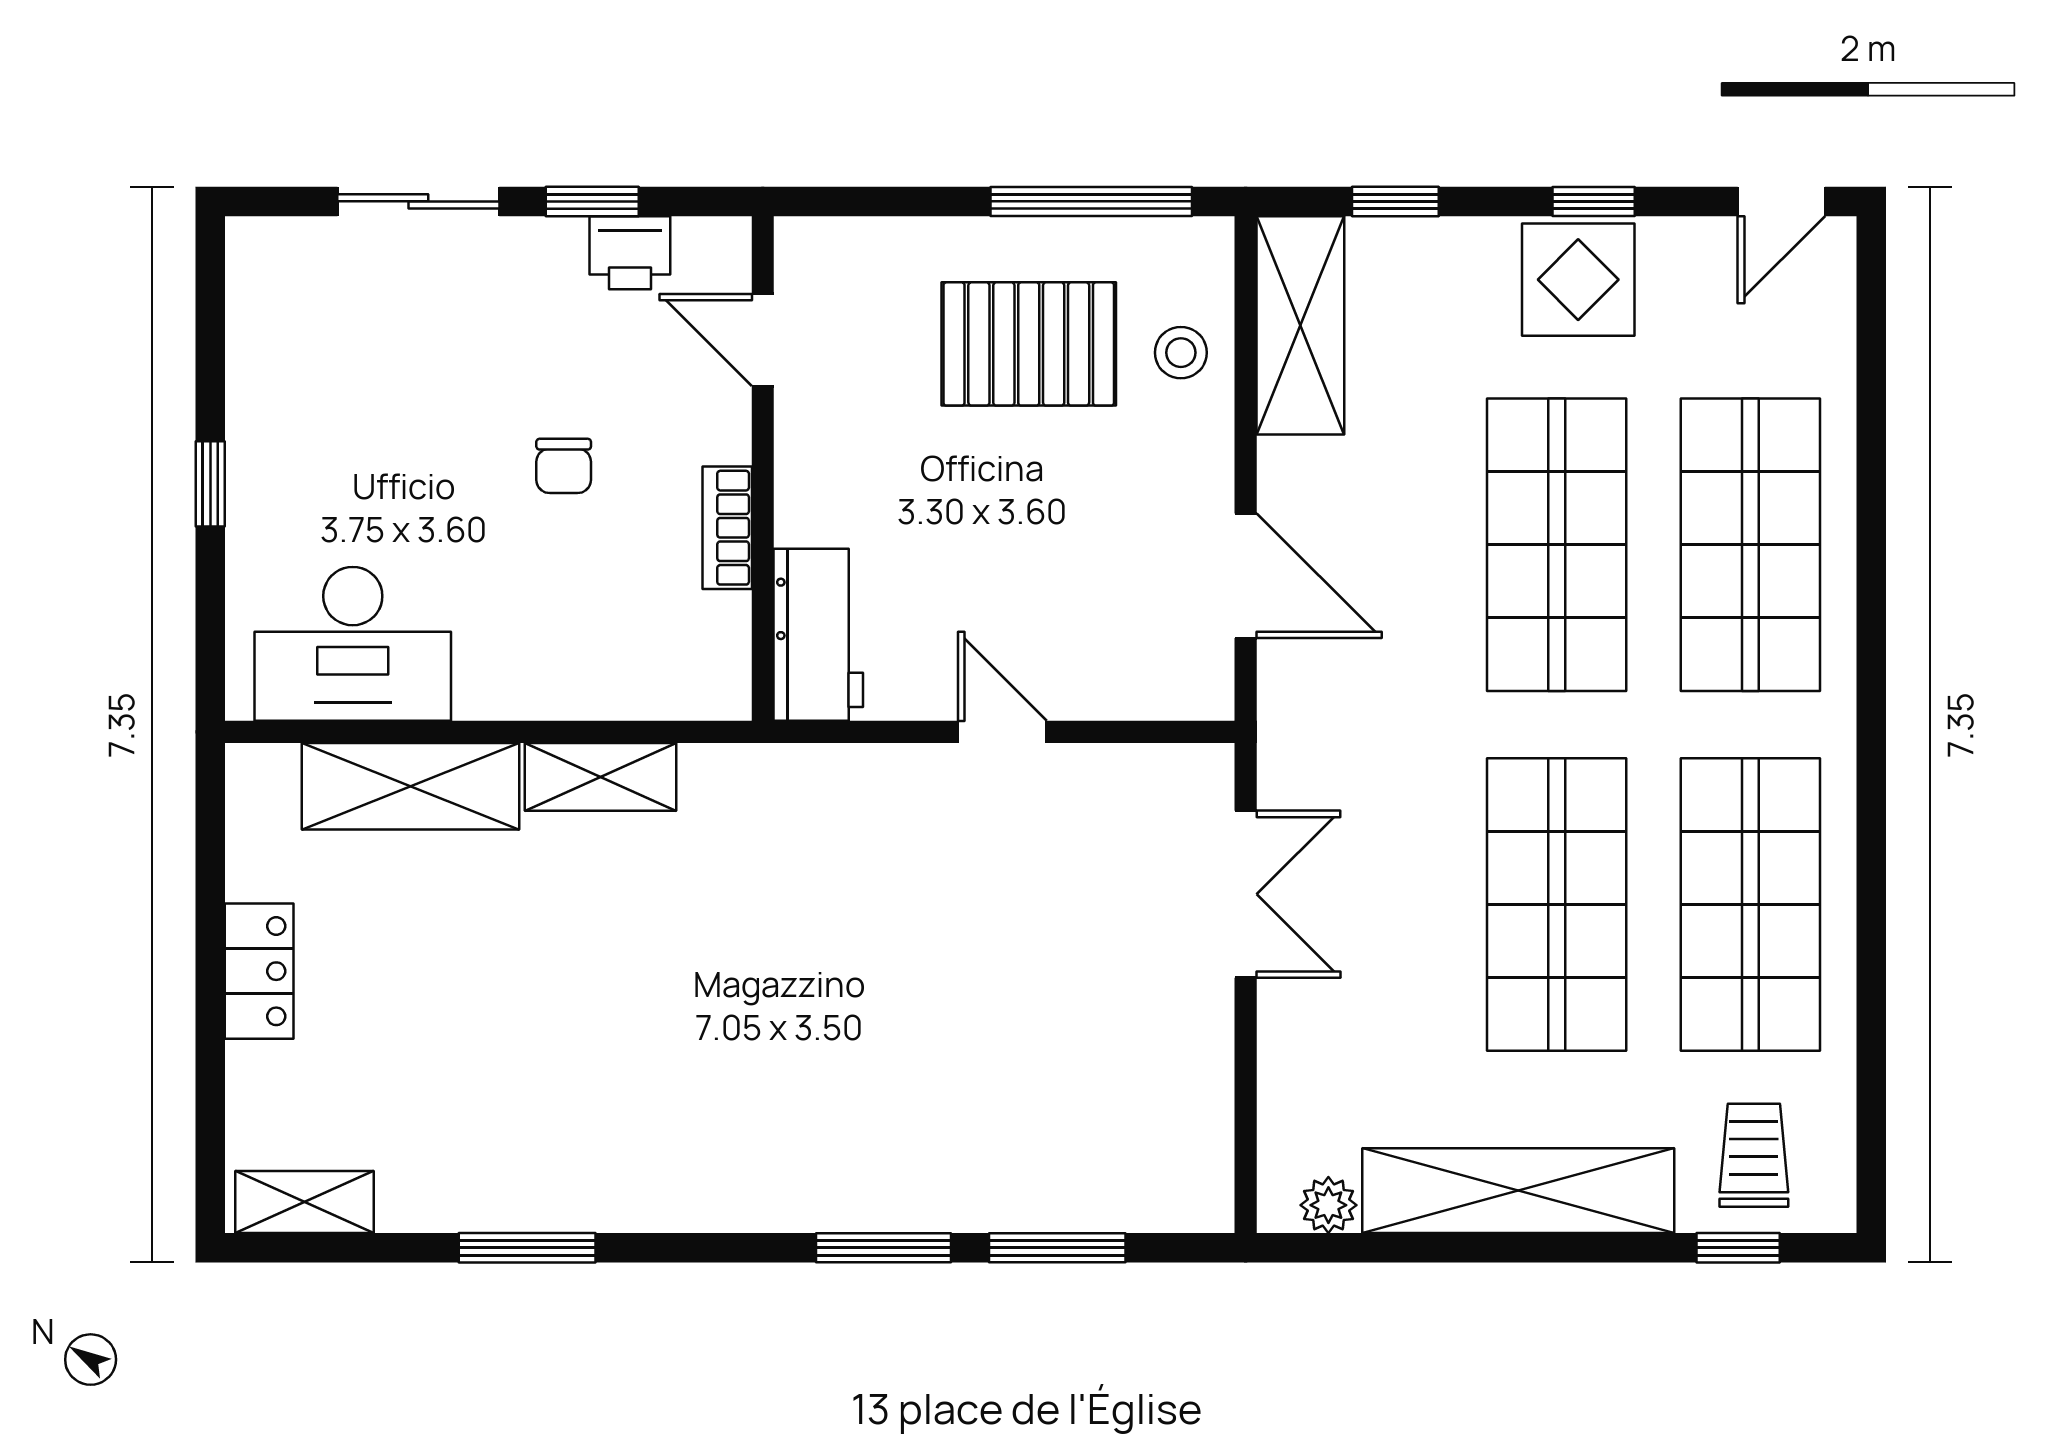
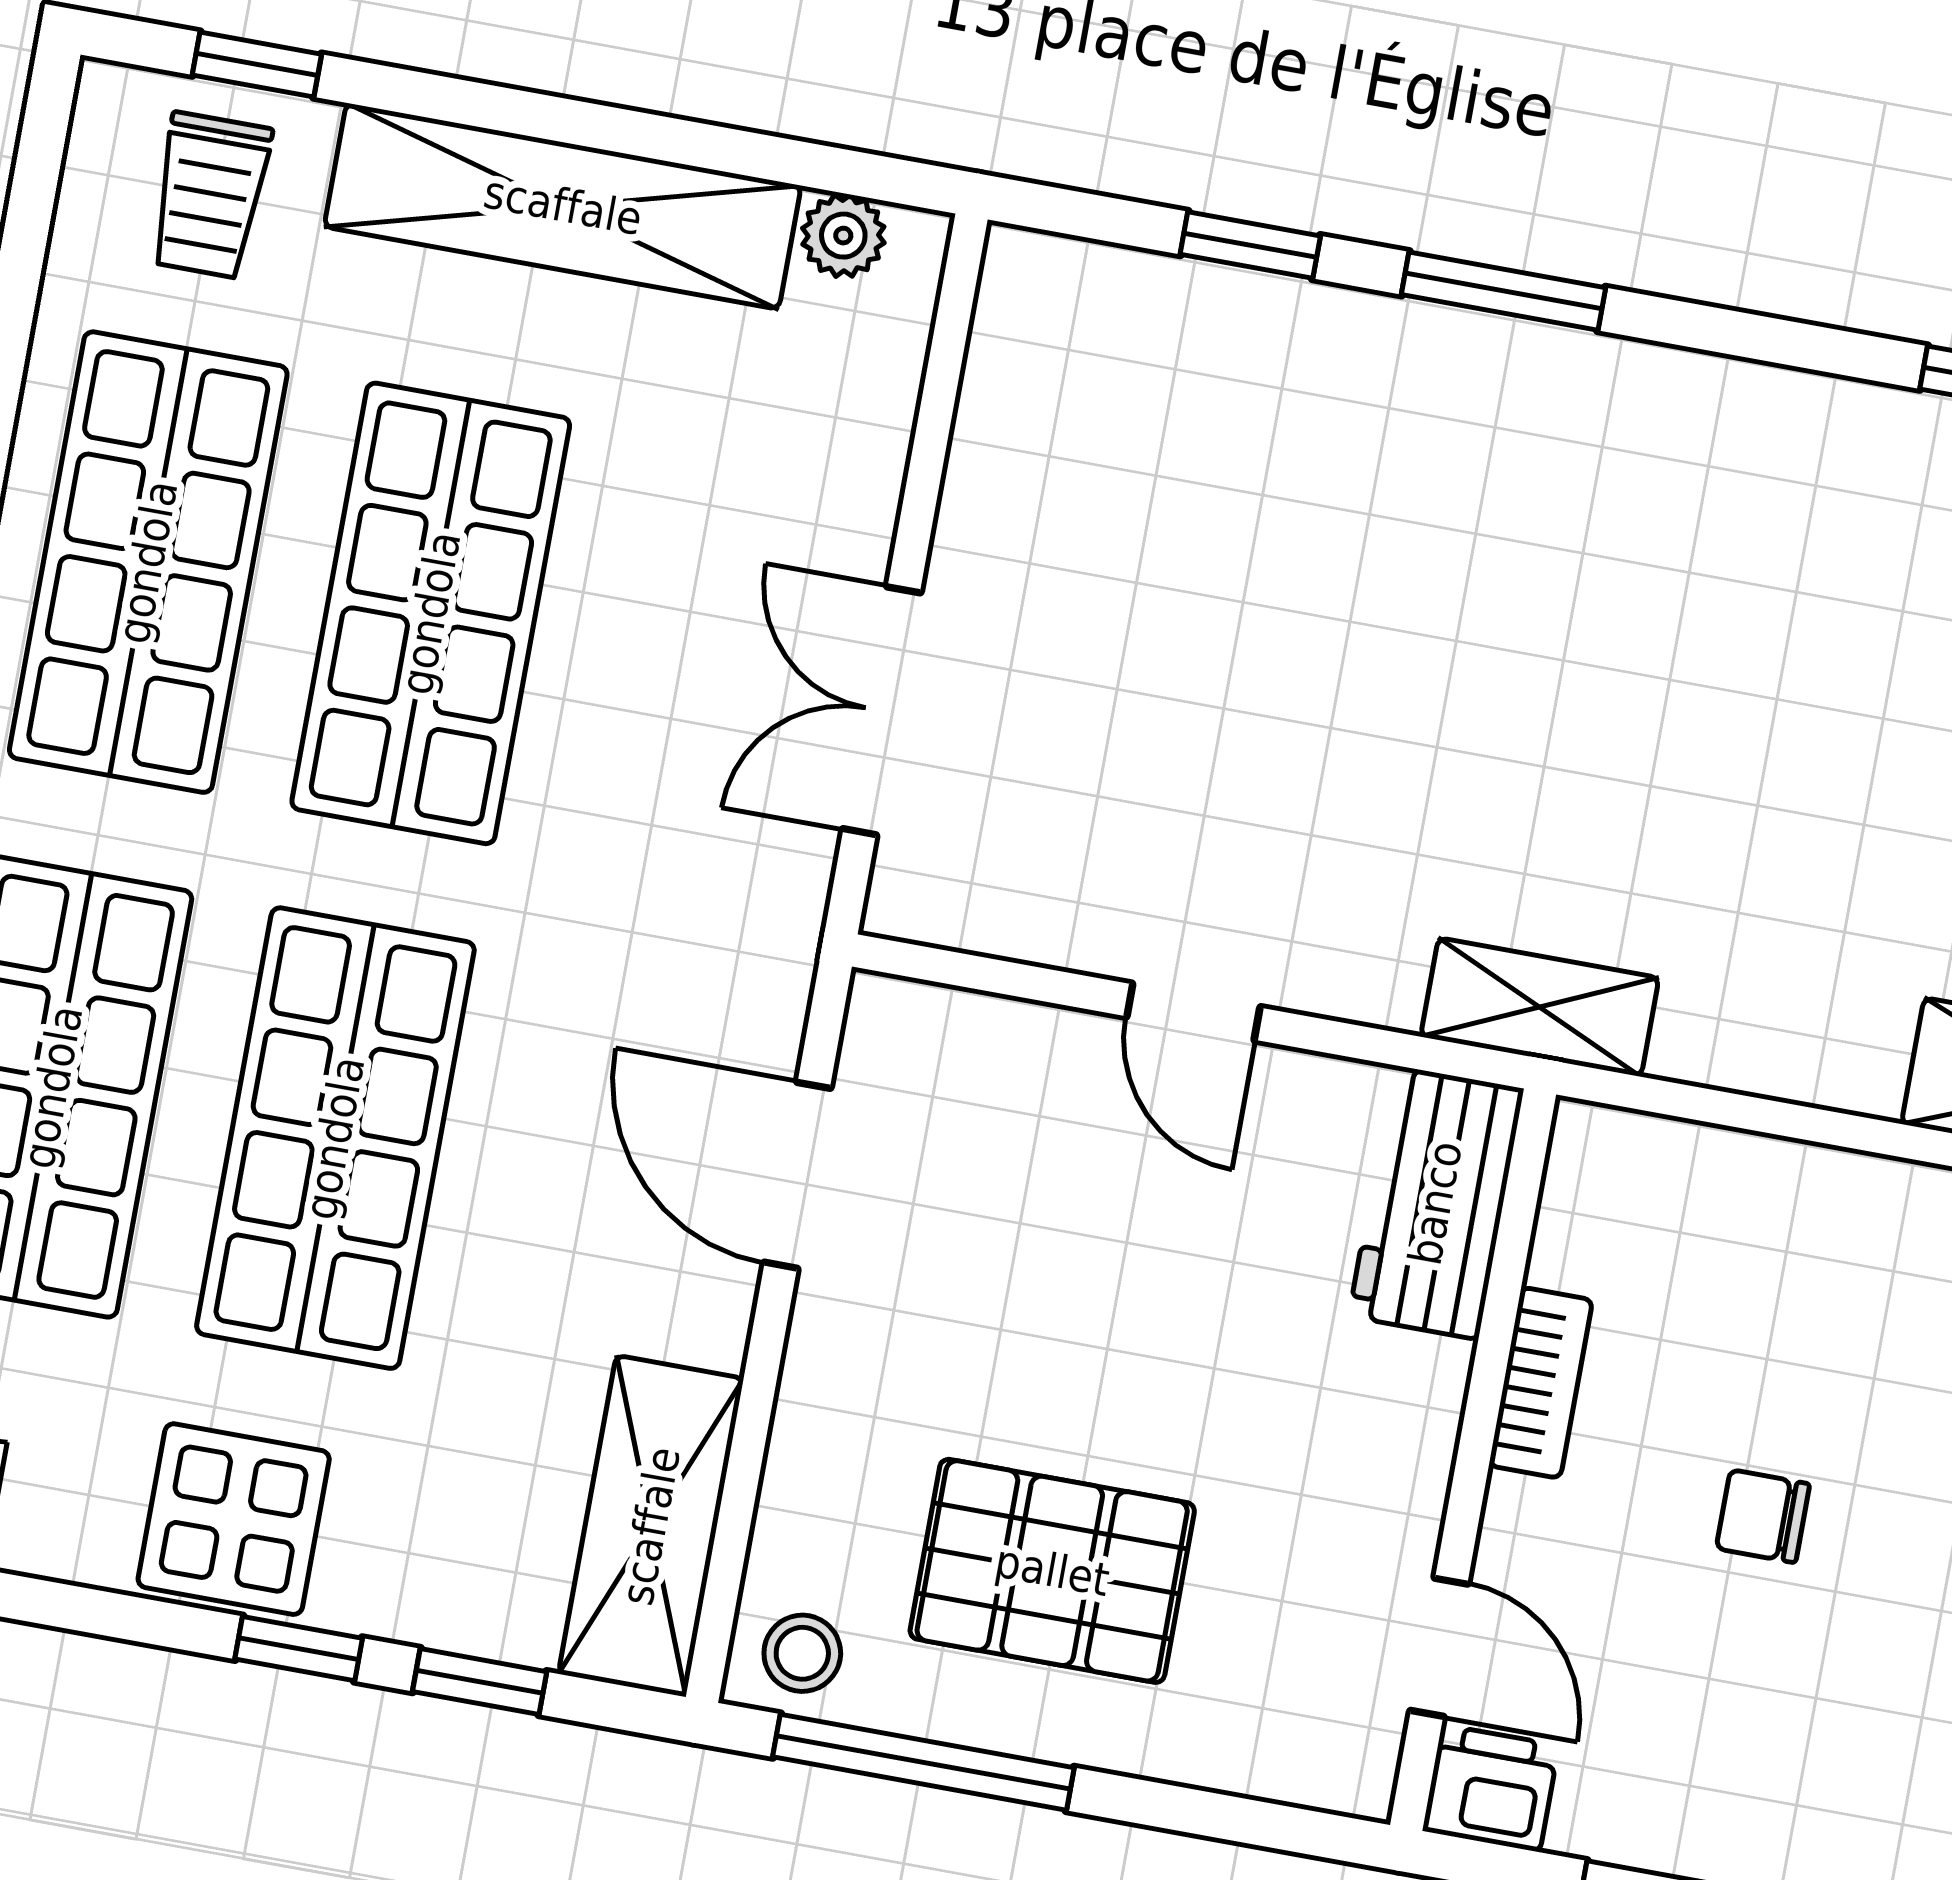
window: (1594, 201) -> (299, 1649), moved
printer: (630, 253) -> (1491, 1788), moved
stool: (1181, 353) -> (802, 1653), moved
chair: (564, 466) -> (1763, 1516), turned -90
shelving: (601, 777) -> (1540, 1007), moved
window: (1057, 1248) -> (1250, 245), width x0.67

